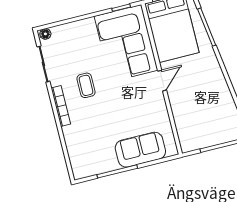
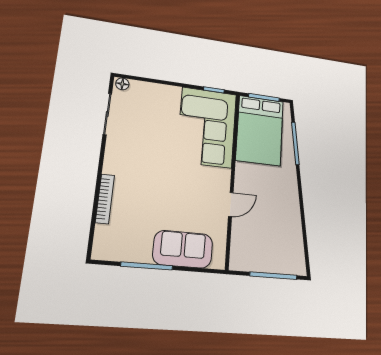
door: (162, 81) -> (231, 204), moved
coffee table: (86, 85) -> (147, 155), removed
bookcase: (61, 106) -> (105, 199), moved

